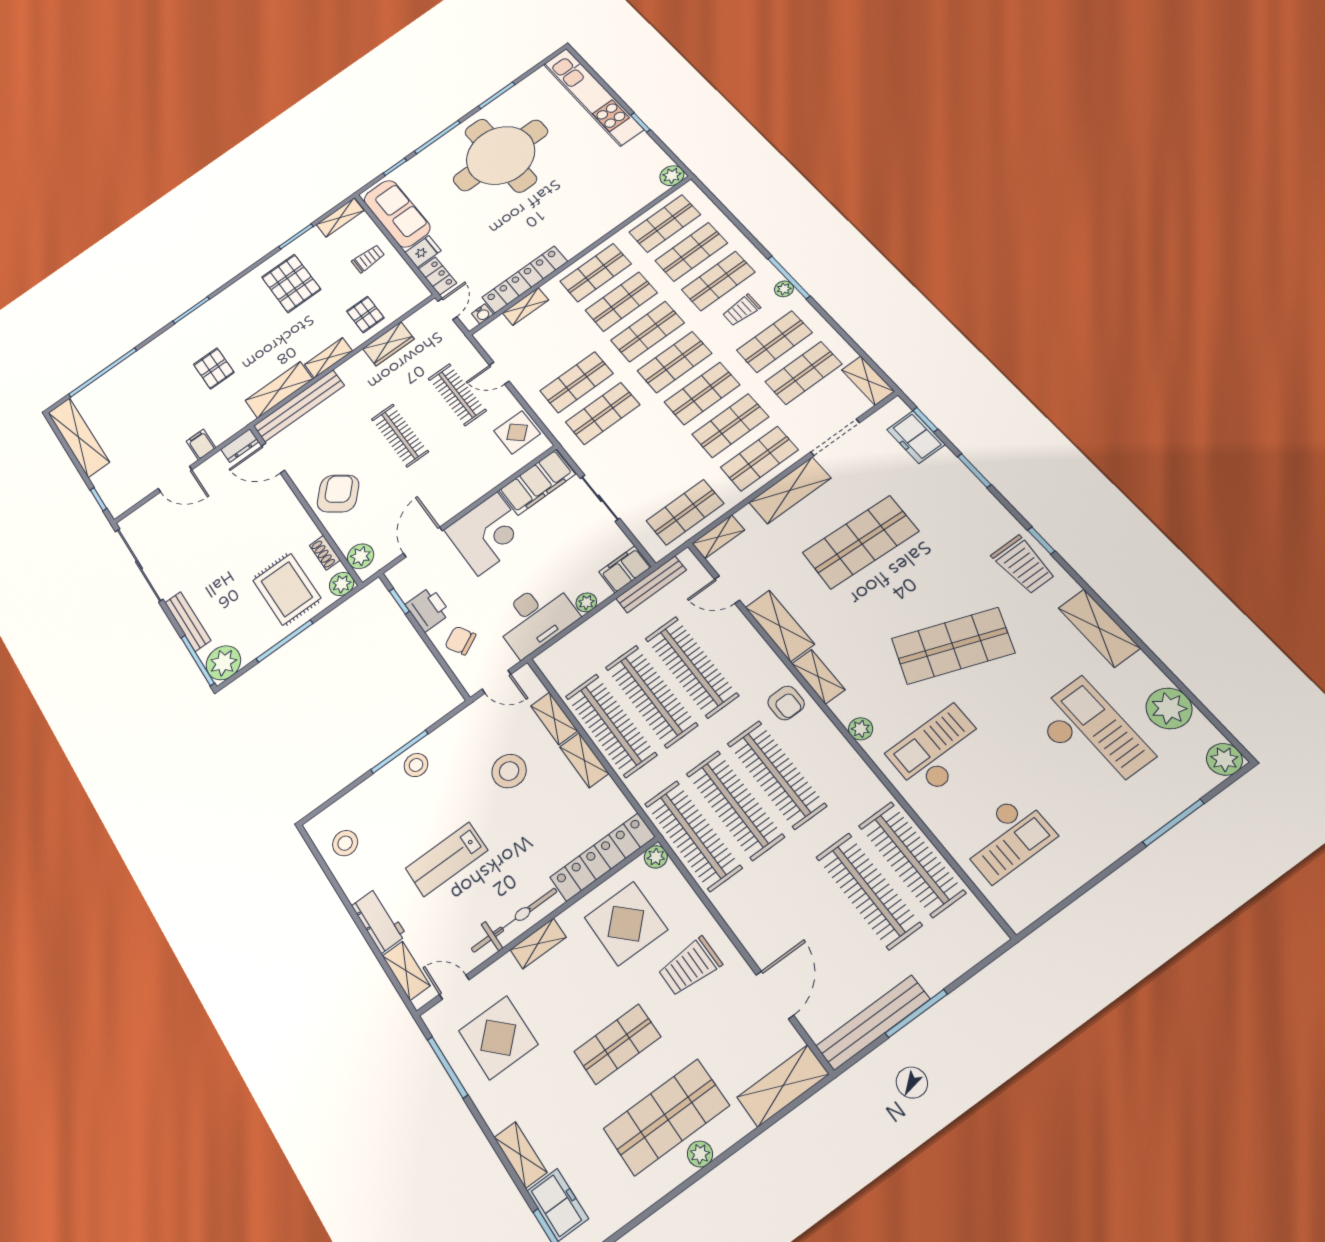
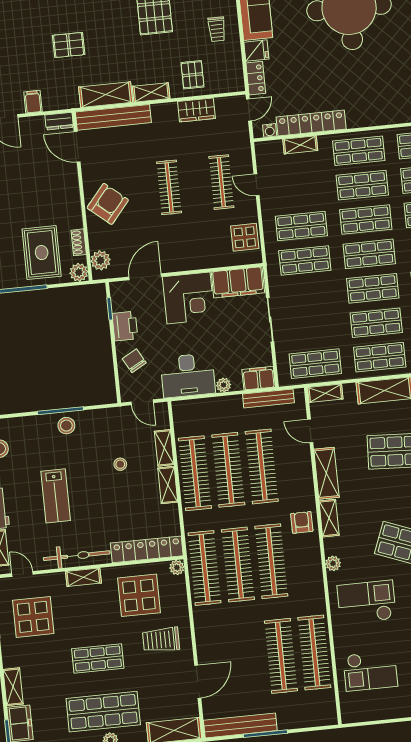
trolley: (368, 259) -> (217, 29), turned 90
pallet: (214, 368) -> (69, 45), turned 90
armchair: (786, 703) -> (302, 522), turned 180
stool: (509, 771) -> (120, 464), width x0.53, depth x0.53
lab bench: (447, 859) -> (56, 496), turned -90

